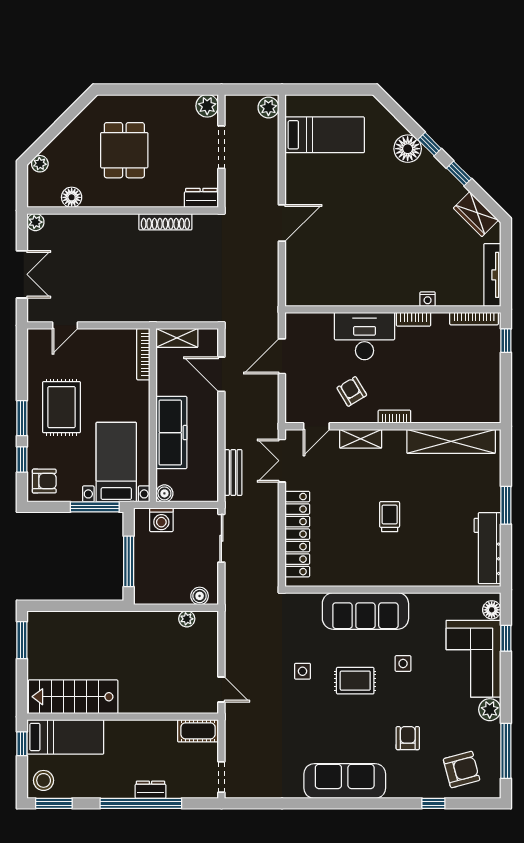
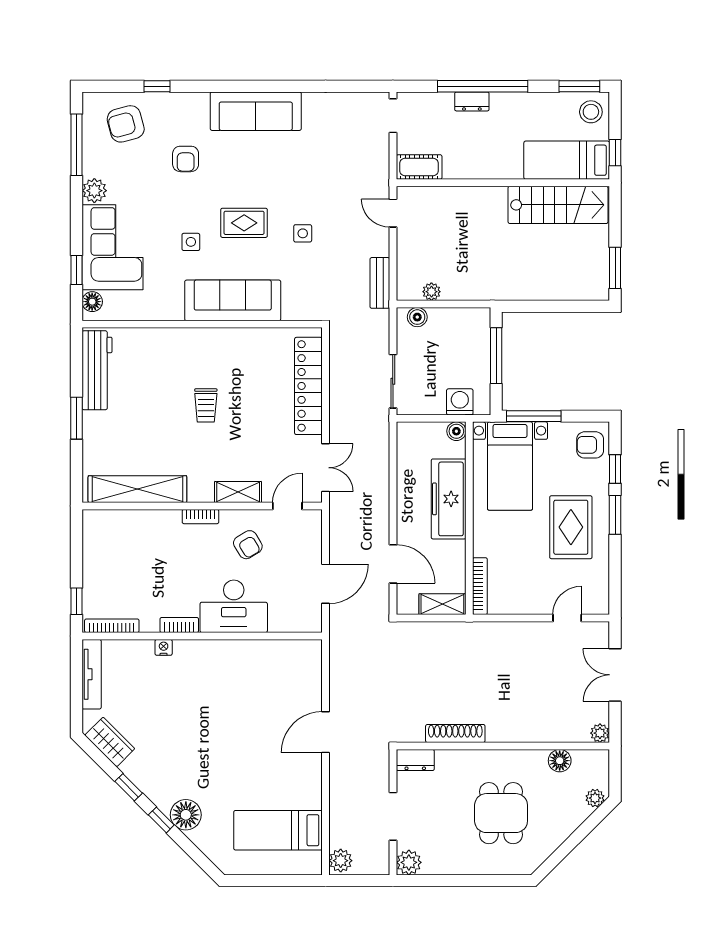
bench: (233, 472) -> (380, 283), moved

